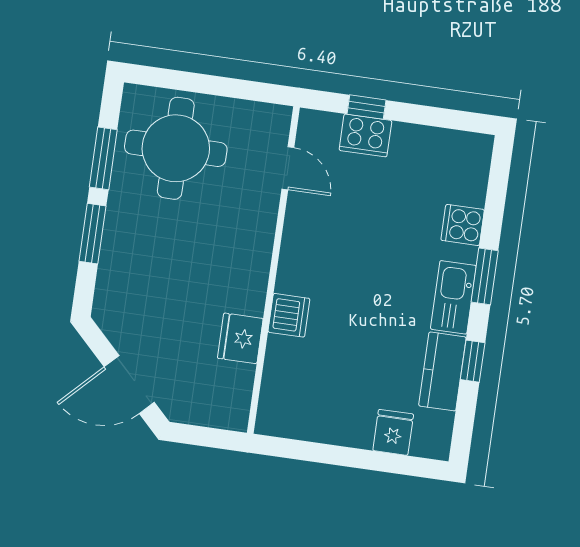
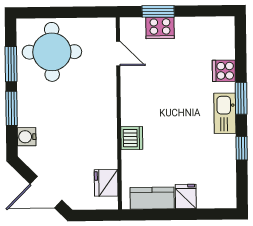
window: (366, 107) -> (158, 11), width x1.50
water cooler: (111, 286) -> (27, 137), added
fridge: (240, 338) -> (106, 183), moved
kitchen counter: (442, 371) -> (152, 198), moved, turned 90
fridge: (393, 432) -> (186, 196), moved

